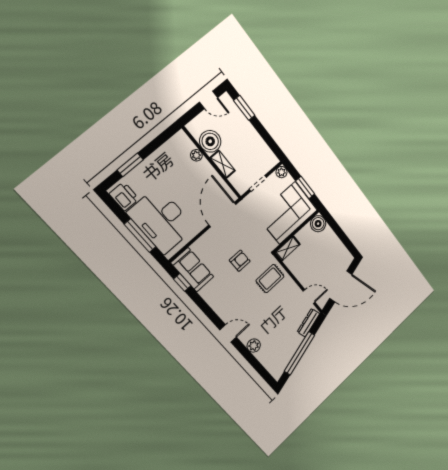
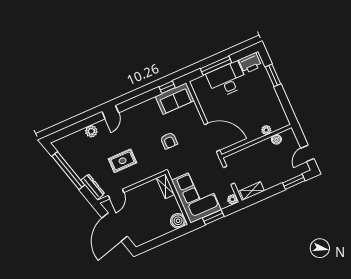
boiler: (210, 141) -> (276, 139), width x0.54, depth x0.54
shelving: (223, 164) -> (252, 191), moved
desk: (161, 220) -> (227, 80), width x0.73, depth x0.77
rug: (270, 279) -> (123, 161), moved, turned 90

